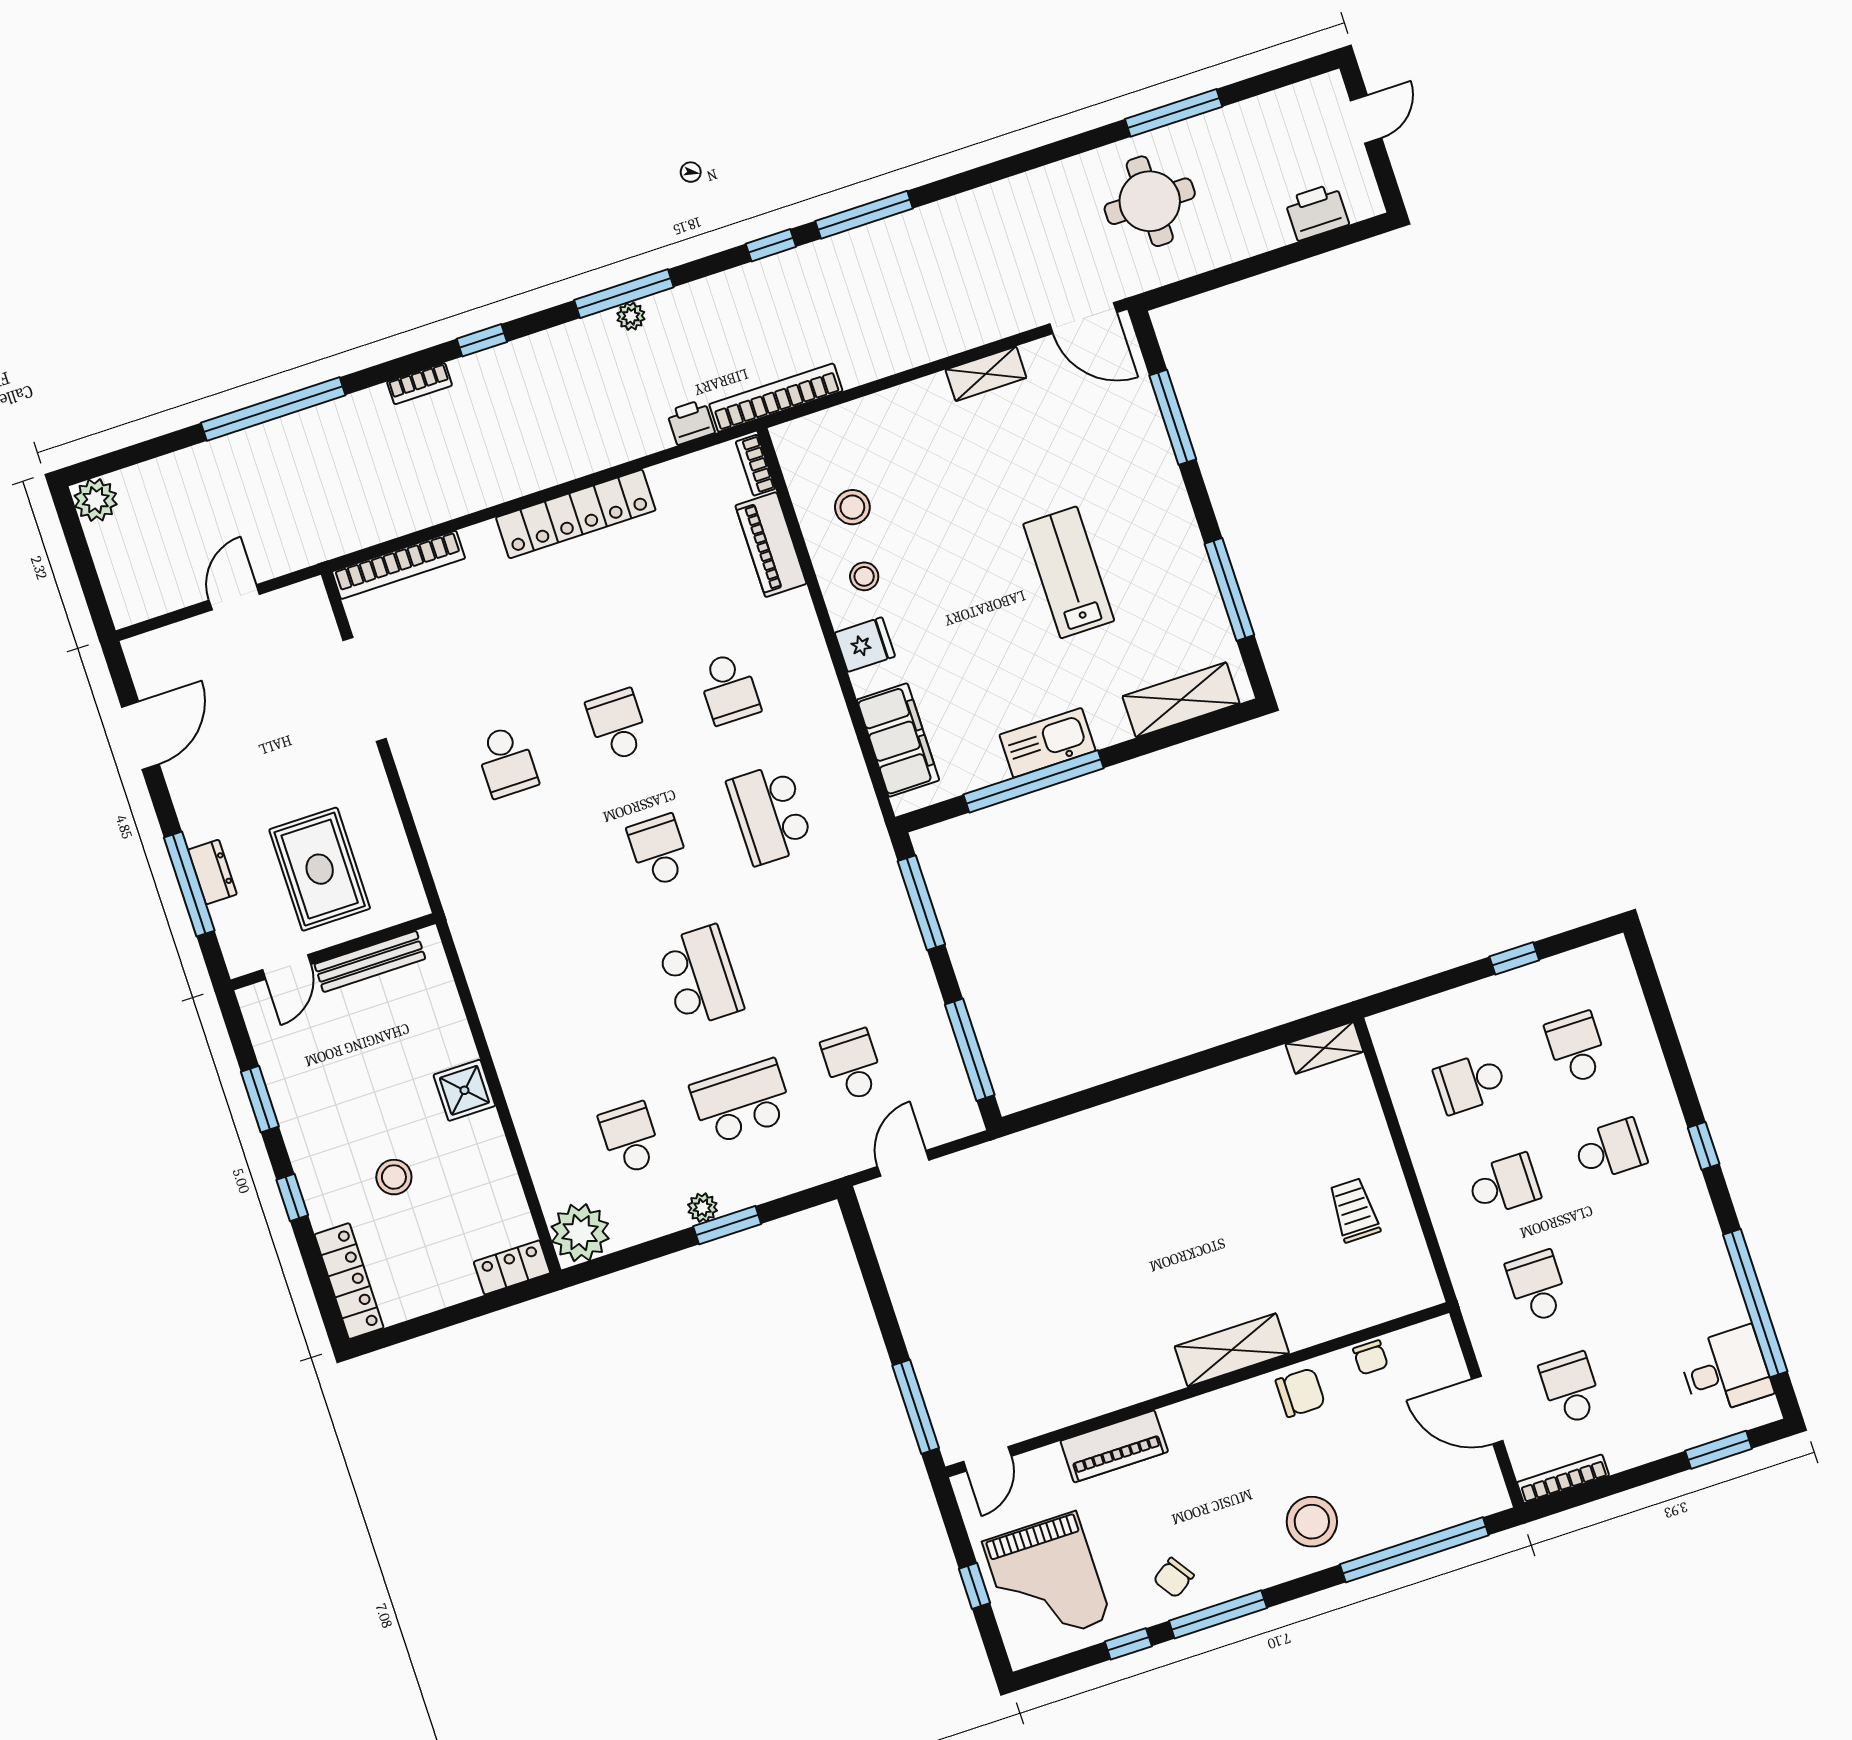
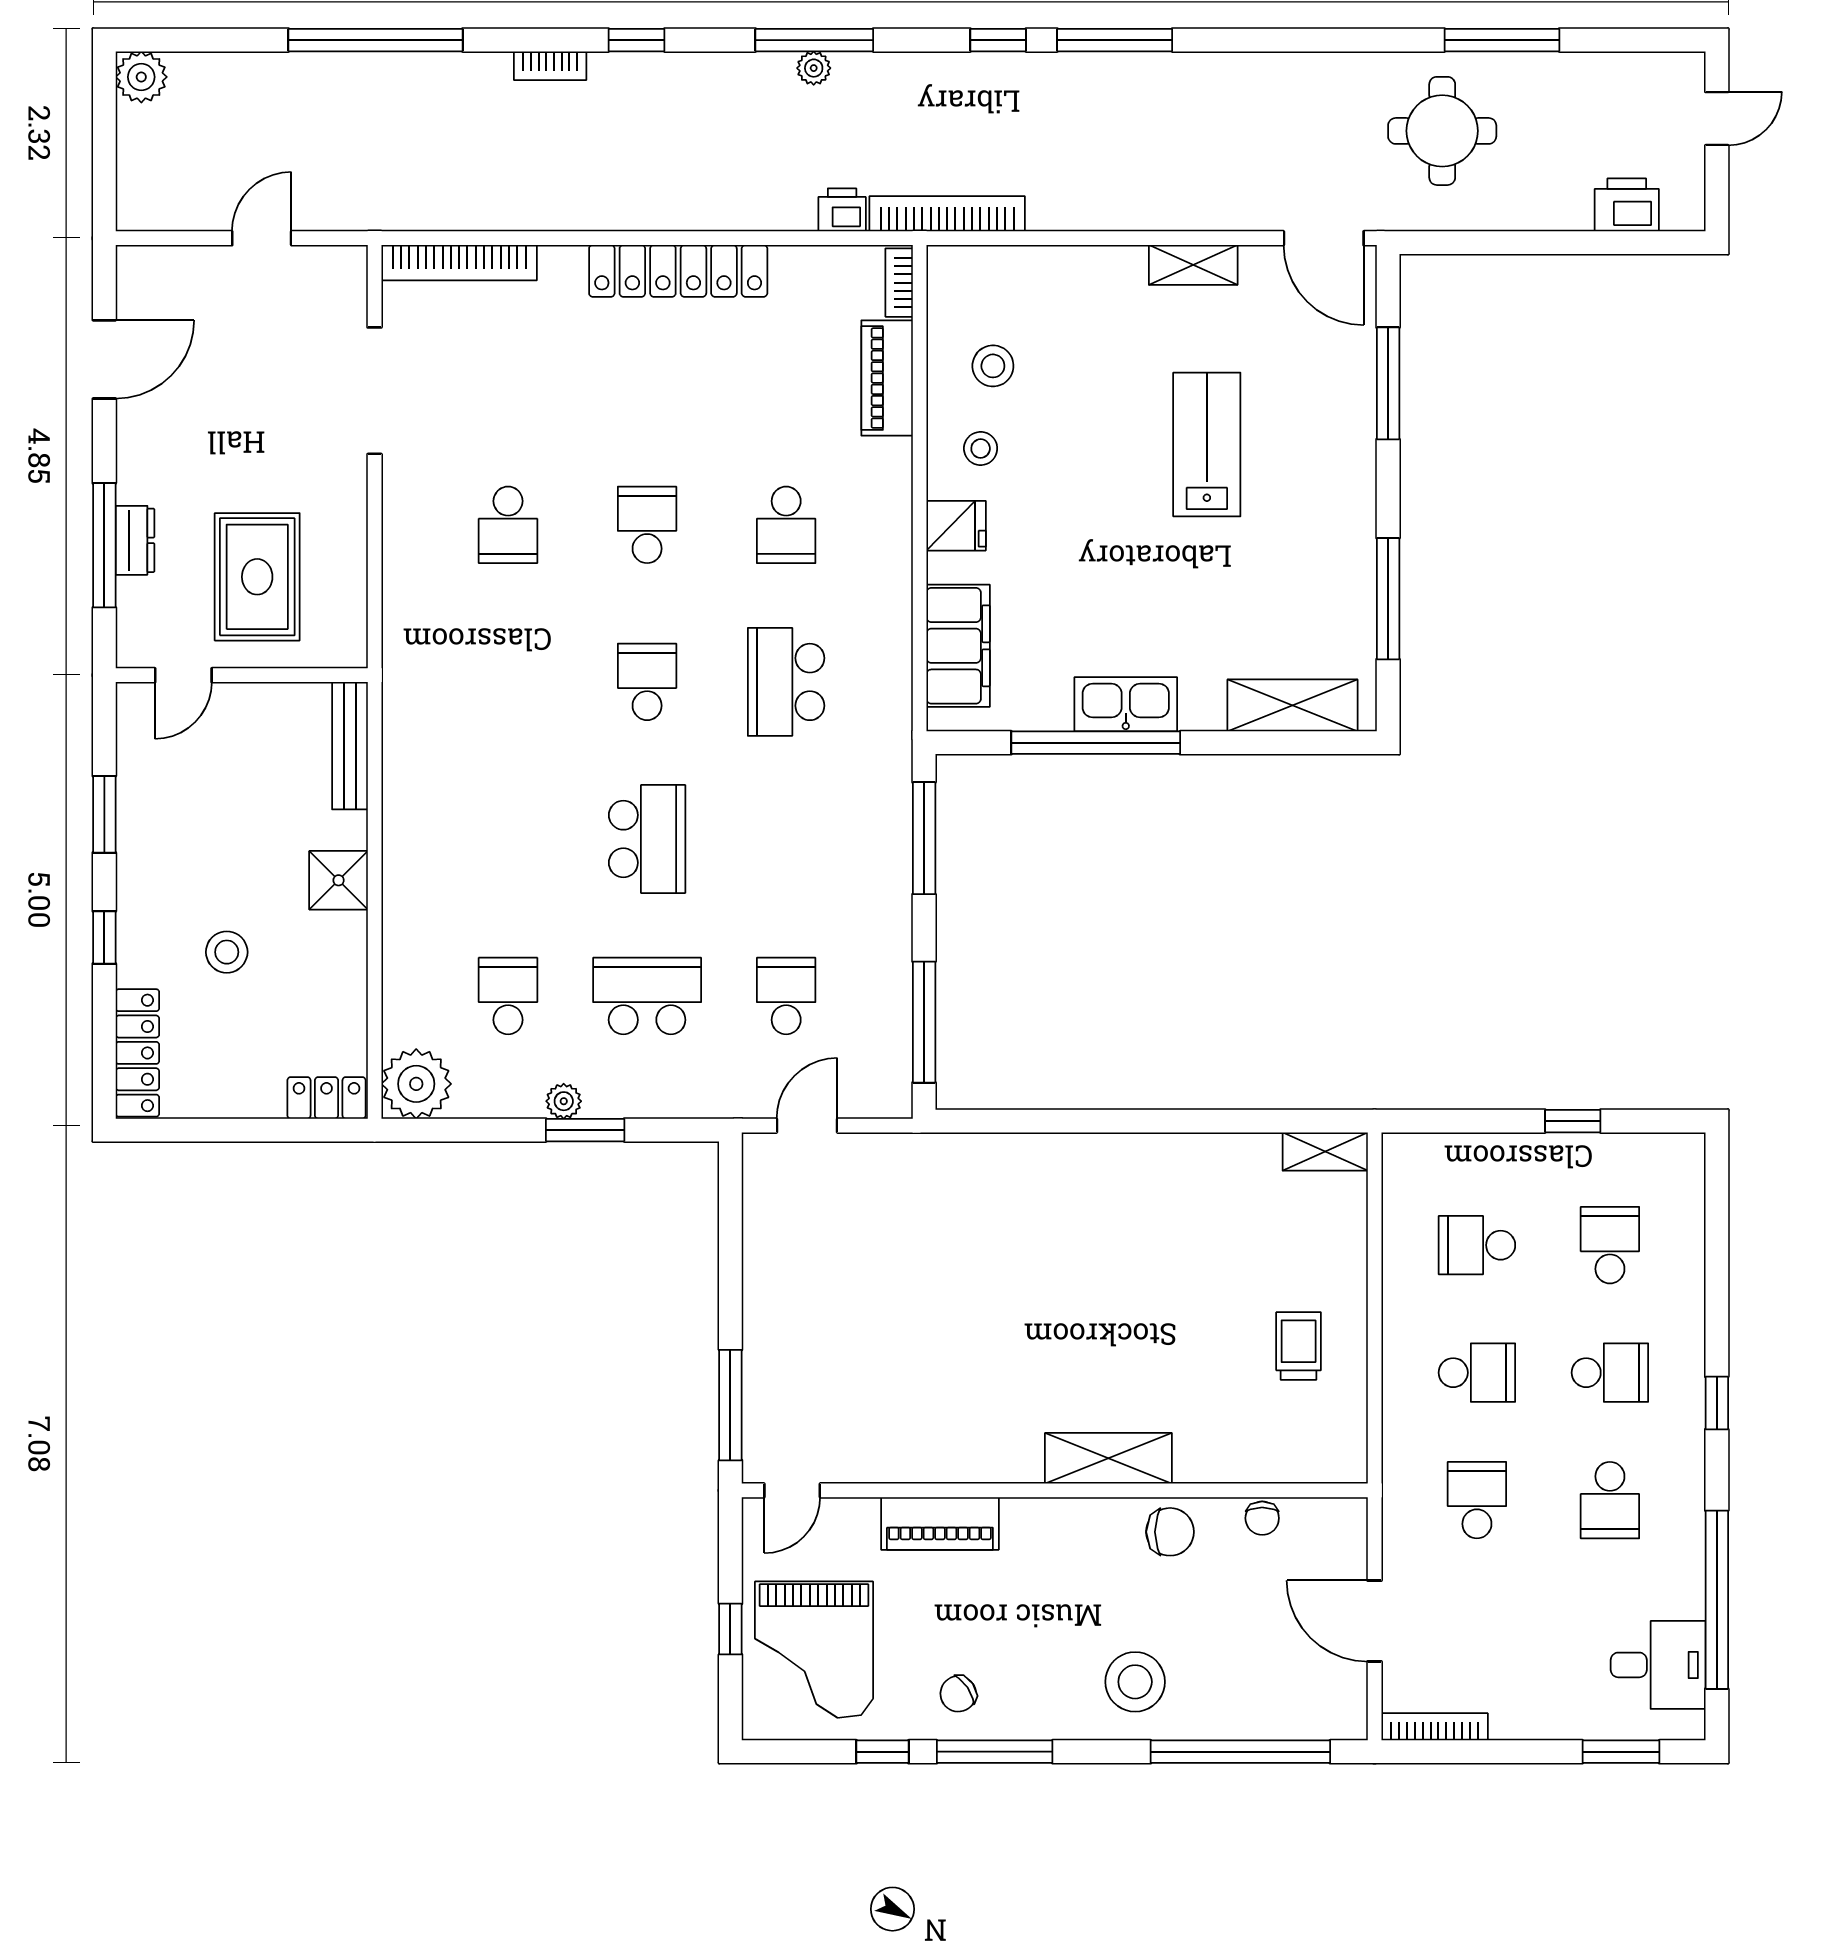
lab bench: (1069, 572) -> (1207, 444), moved
bench: (370, 961) -> (350, 746), moved, turned 90
school desk: (1571, 1388) -> (1610, 1500), moved, turned 180

